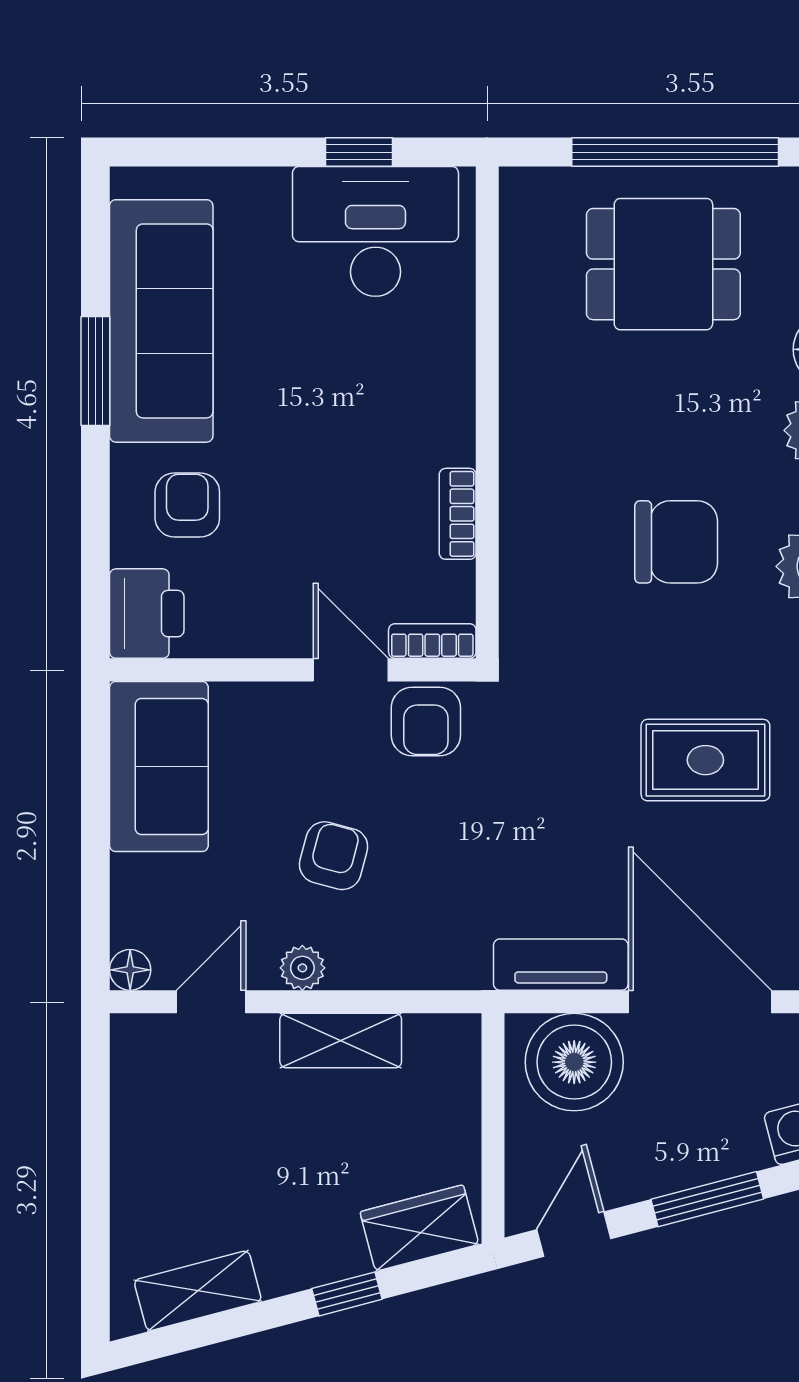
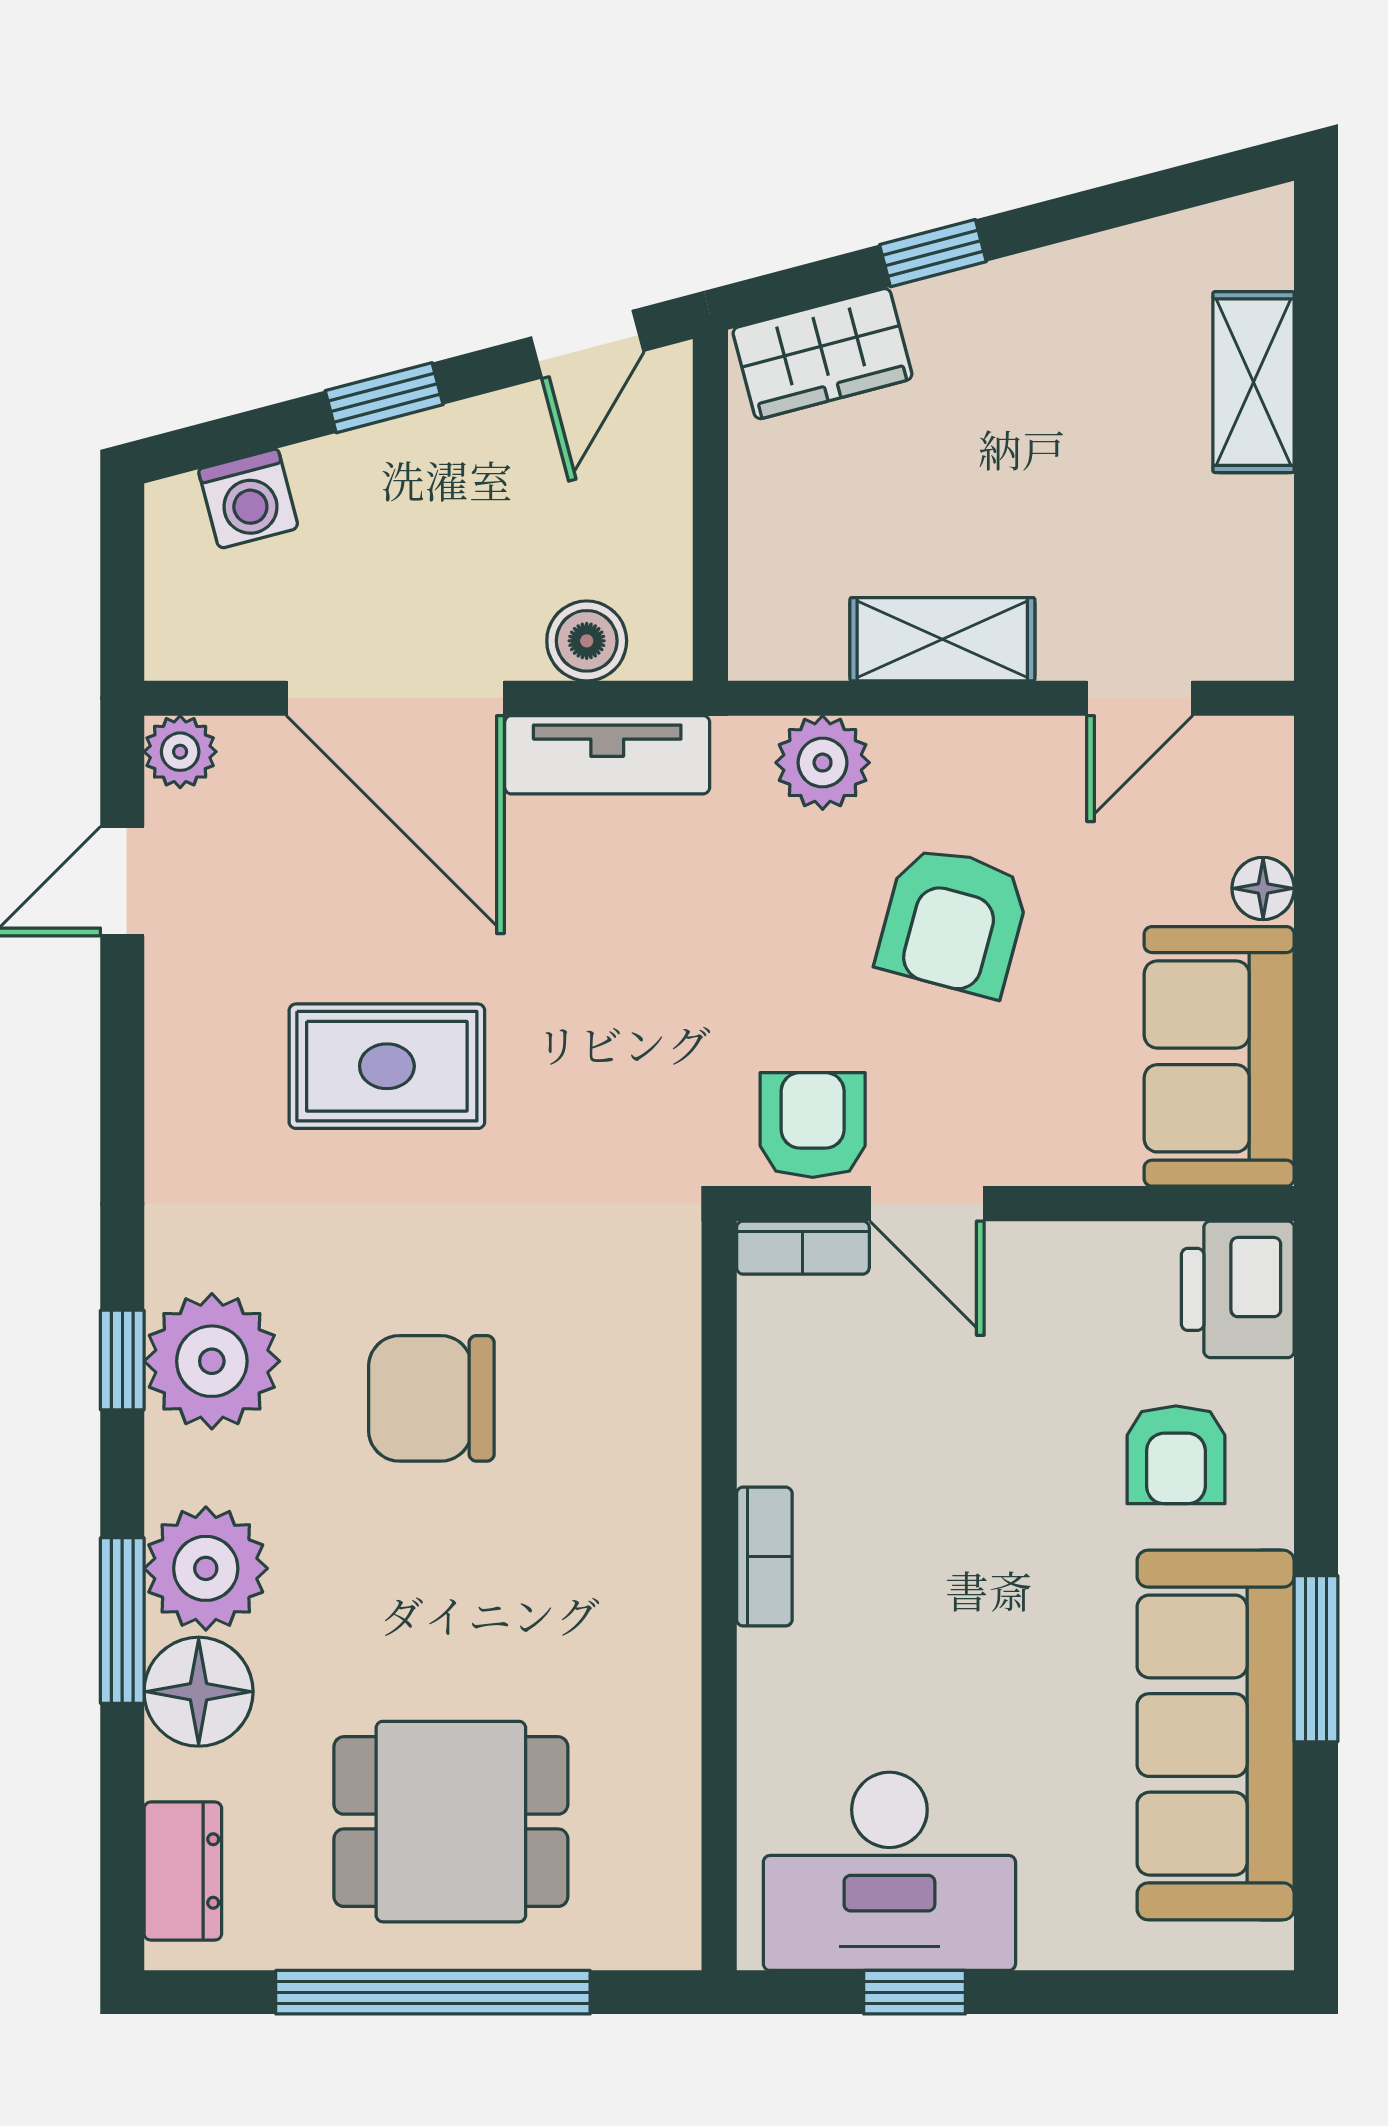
bookcase: (458, 514) -> (764, 1557), moved
armchair: (334, 856) -> (953, 921), width x1.38, depth x1.38
plant: (302, 968) -> (823, 763), moved, width x1.38, depth x1.38
floor lamp: (130, 970) -> (1263, 888), moved
boiler: (574, 1062) -> (587, 641), width x0.54, depth x0.54
window: (707, 1199) -> (384, 398), width x0.67
shelving: (198, 1291) -> (1254, 382), moved, turned -75

